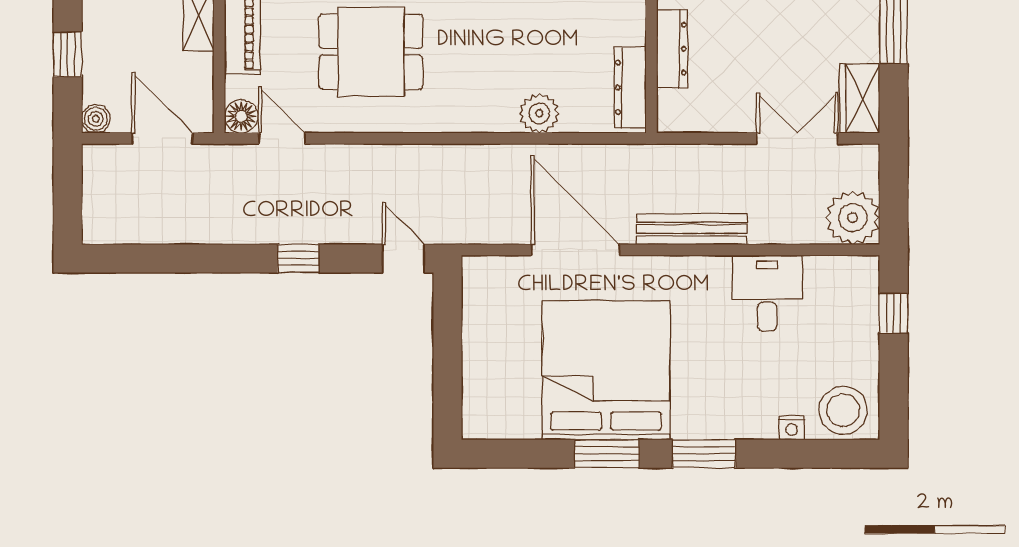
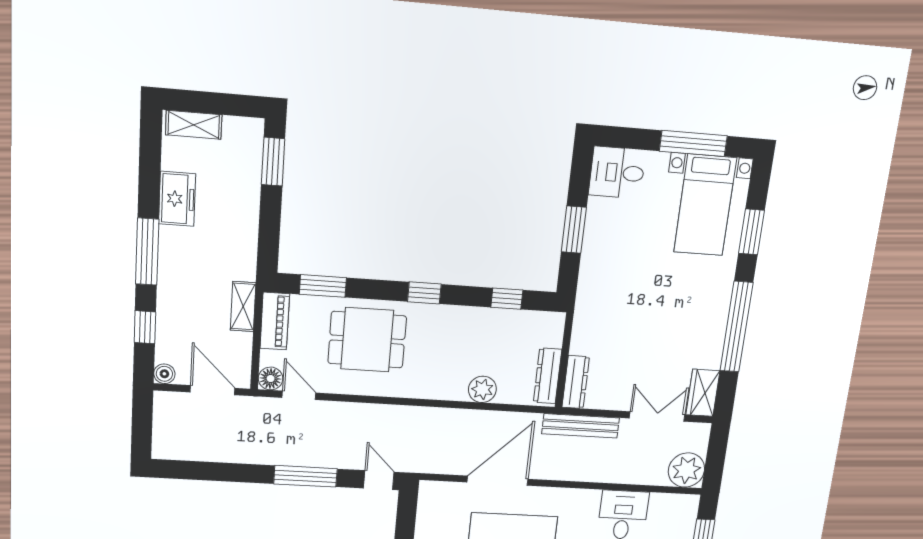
dresser: (672, 49) -> (576, 382), moved
bench: (692, 229) -> (581, 426), moved
door: (575, 250) -> (498, 481), hinge flipped
window: (298, 259) -> (305, 476), width x2.17

